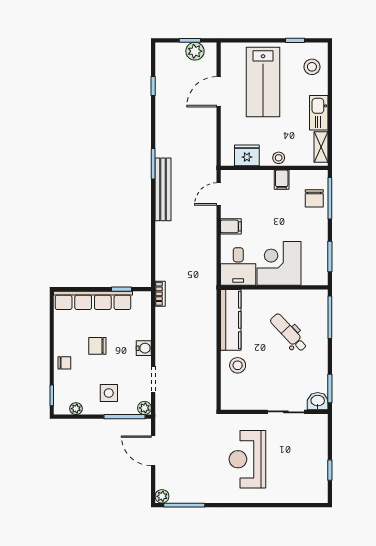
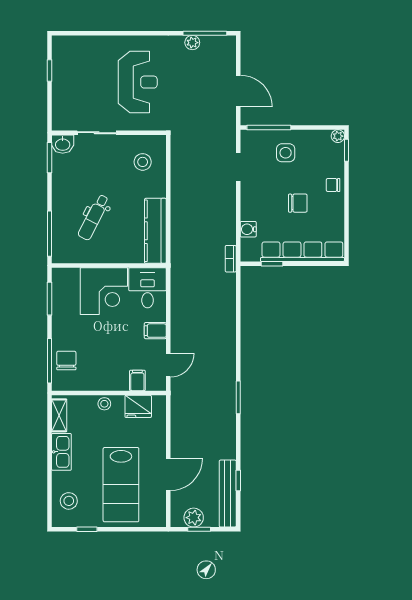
lab bench: (263, 82) -> (121, 485), turned 180
filing cabinet: (282, 180) -> (137, 380), moved
bench: (163, 189) -> (228, 494), moved
dental chair: (289, 333) -> (94, 217), turned 70
water cooler: (144, 348) -> (248, 229), moved
stool: (238, 365) -> (143, 162), moved
plant: (144, 408) -> (247, 137), removed
plant: (76, 409) -> (338, 136), moved
plant: (162, 496) -> (192, 43), moved

